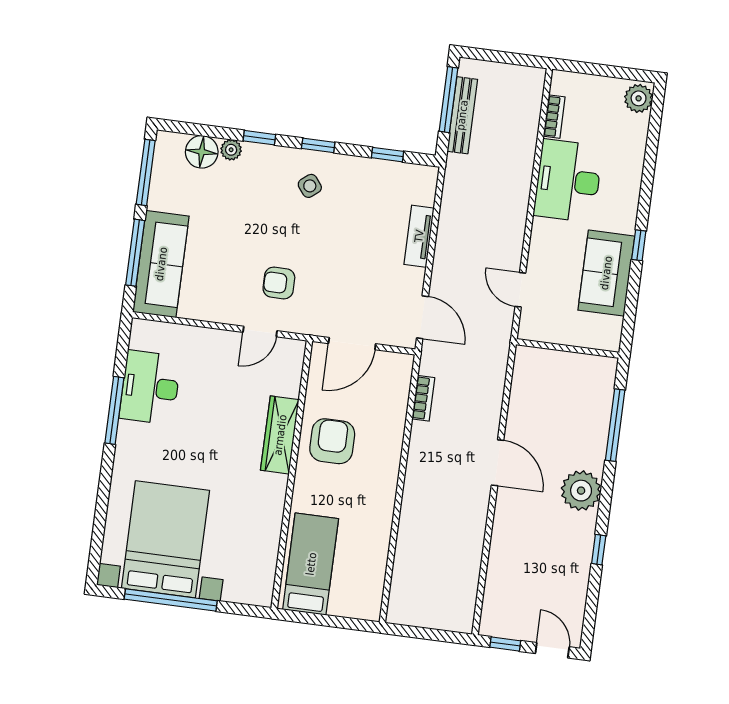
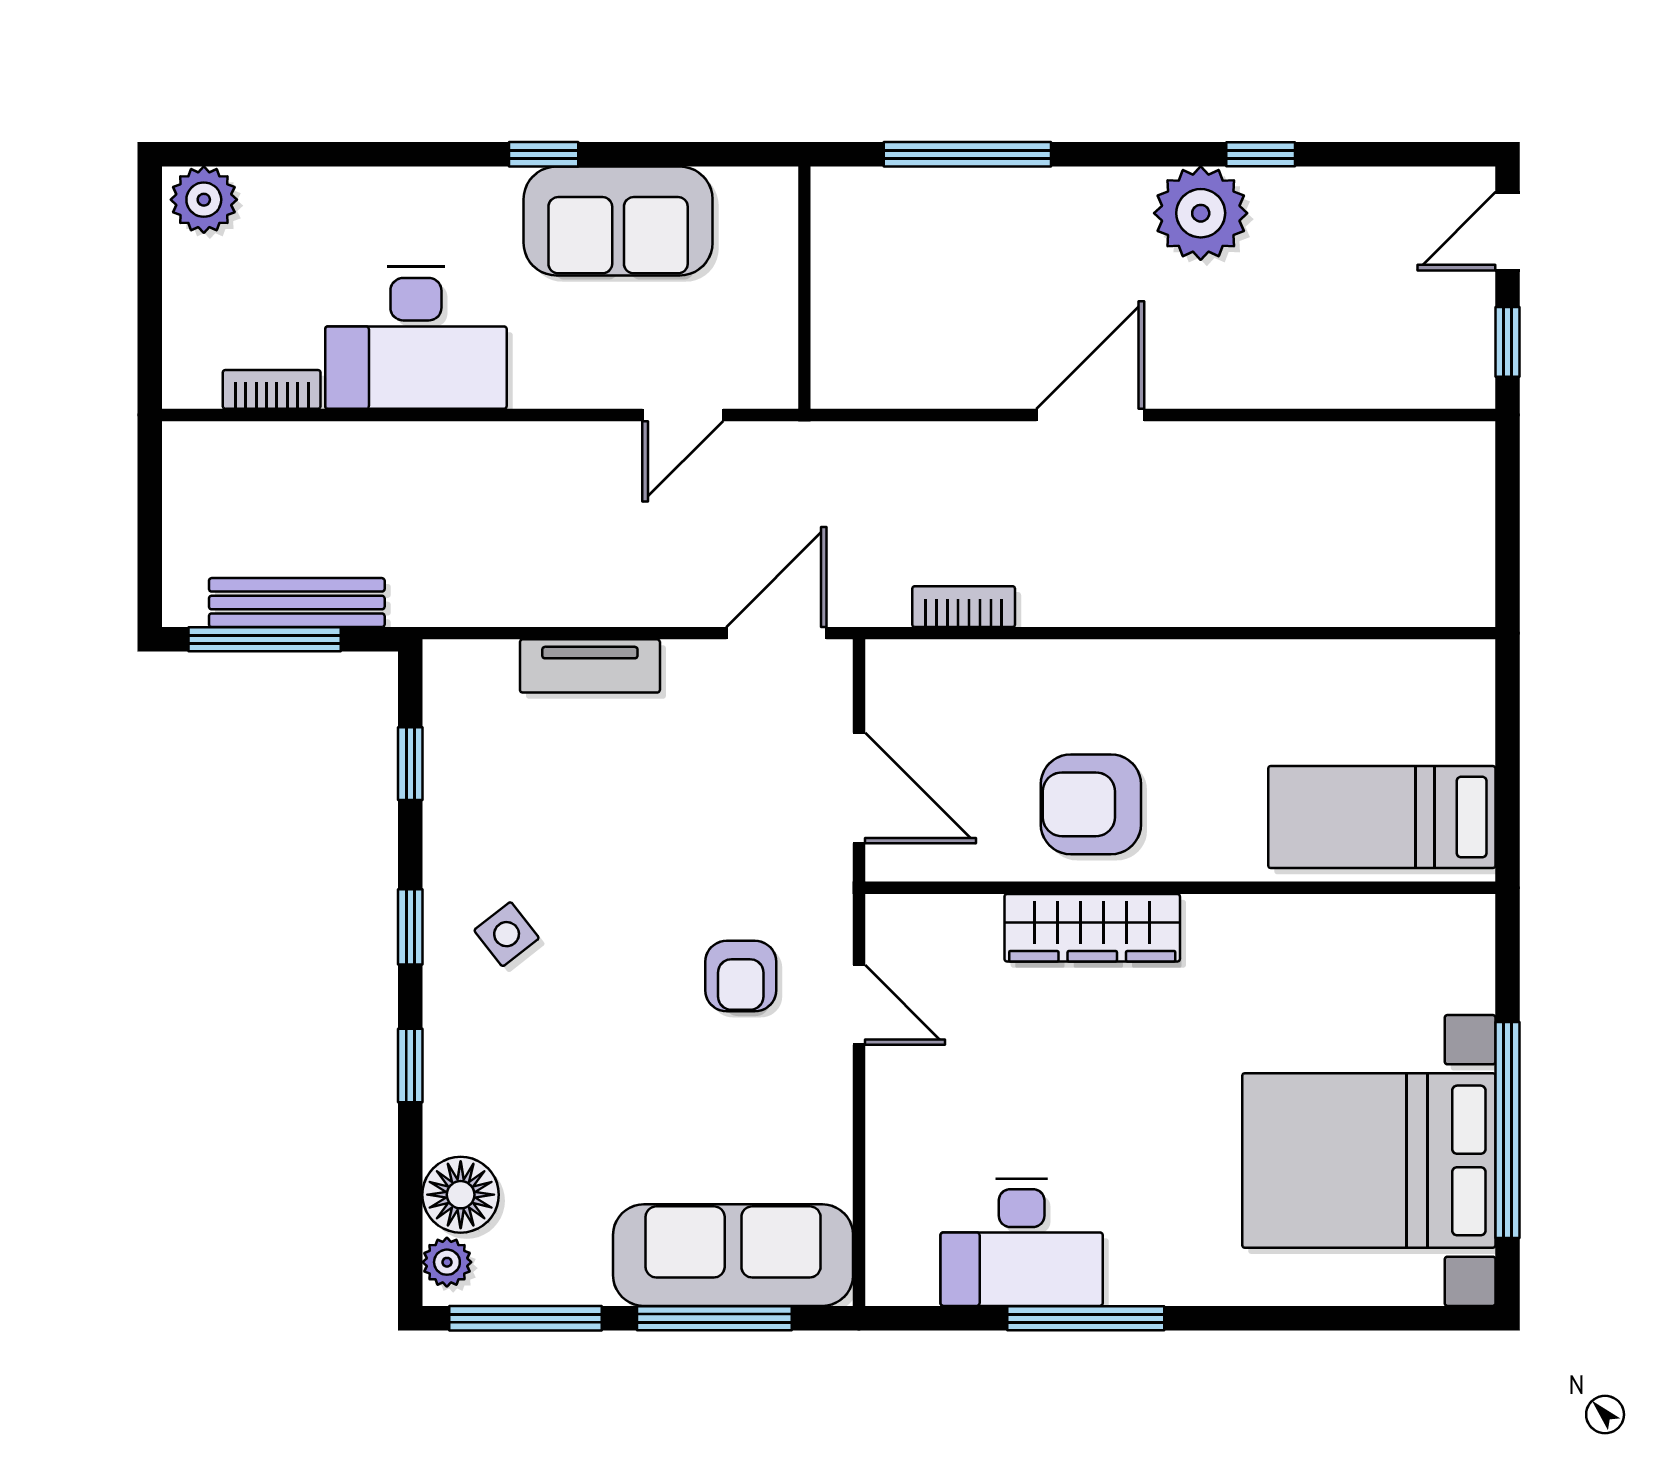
plant: (231, 150) -> (447, 1262), moved
plant: (581, 491) -> (1201, 213), moved

